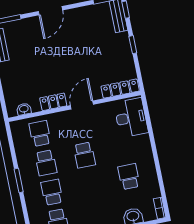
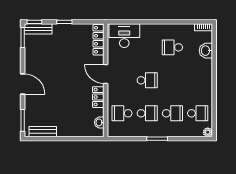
school desk: (52, 192) -> (172, 113), turned 180

